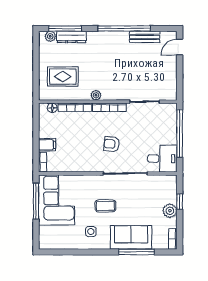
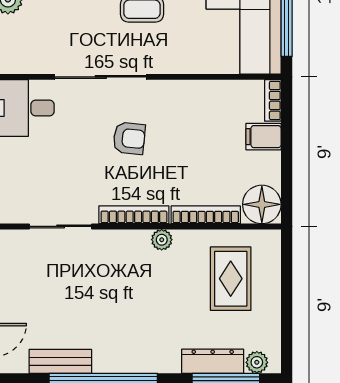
rug: (63, 77) -> (231, 279), turned 90
floor lamp: (52, 108) -> (262, 204), width x1.89, depth x1.89

